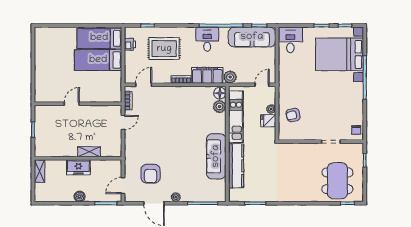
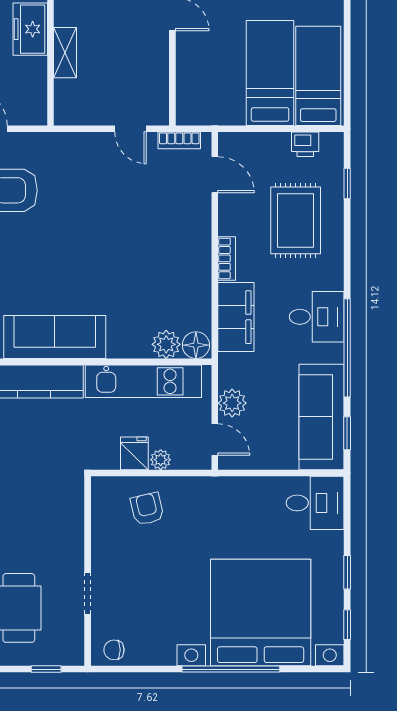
bed with nightstands: (339, 54) -> (261, 613), width x1.36
plant: (230, 77) -> (232, 403), moved

